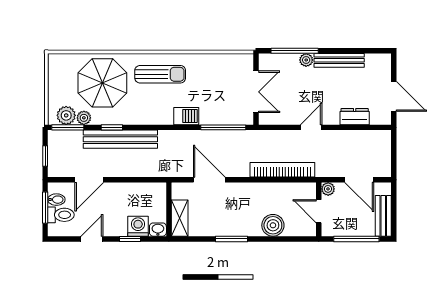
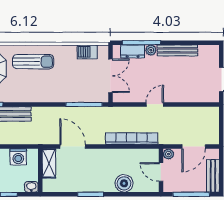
barbecue: (186, 116) -> (87, 52), moved, turned 180
dresser: (355, 117) -> (133, 51), moved, turned 180
door: (359, 180) -> (194, 147), hinge flipped
shelving: (180, 218) -> (49, 163), moved
washing machine: (138, 226) -> (18, 157), moved, turned 180

